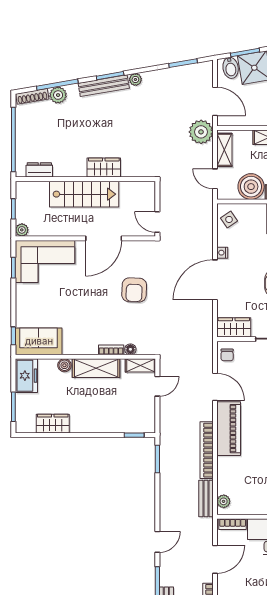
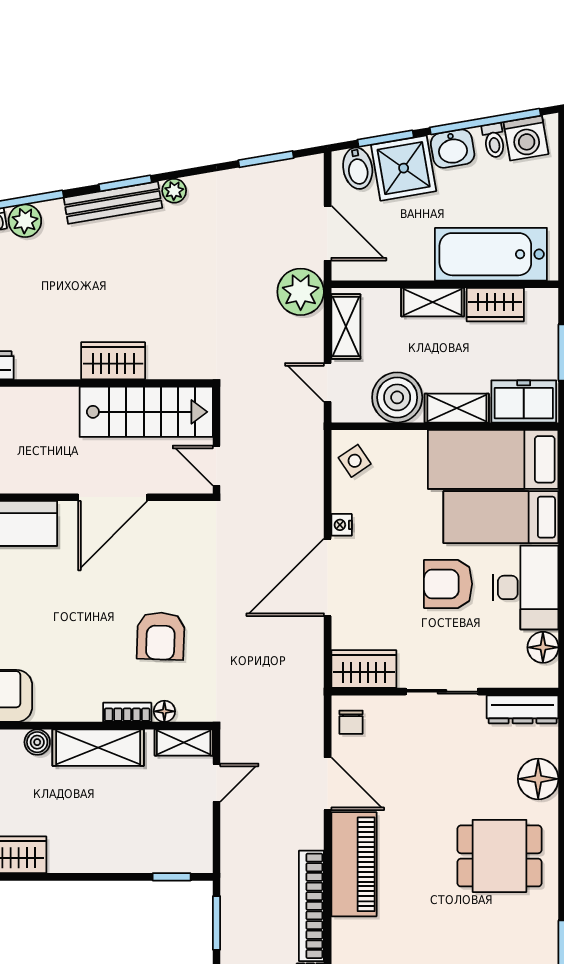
stairs: (84, 194) -> (146, 412), moved
armchair: (134, 290) -> (161, 636), moved

